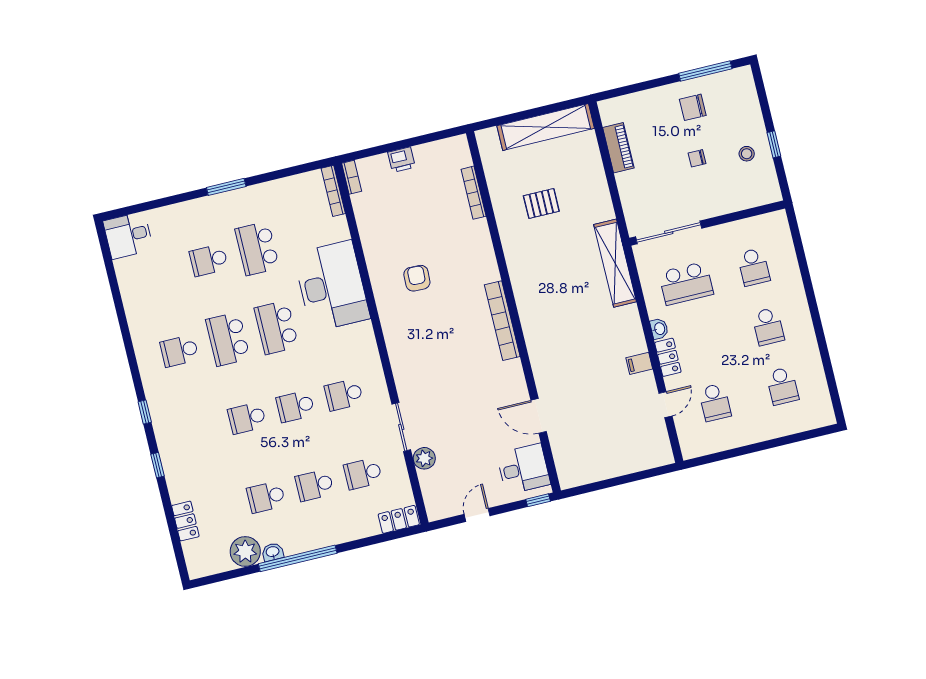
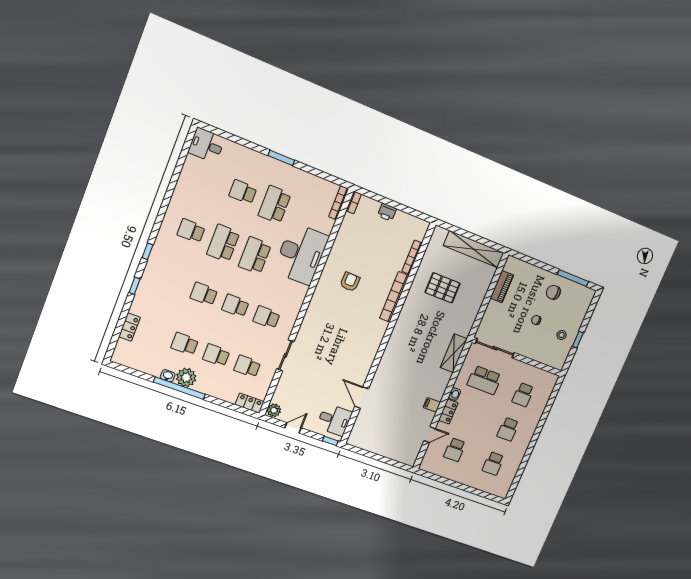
pallet: (541, 203) -> (443, 288), width x1.50, depth x1.42
shelving: (615, 263) -> (454, 353), width x0.68
bookcase: (502, 321) -> (394, 297), moved
plant: (424, 458) -> (274, 410), moved
plant: (245, 551) -> (186, 378), moved

